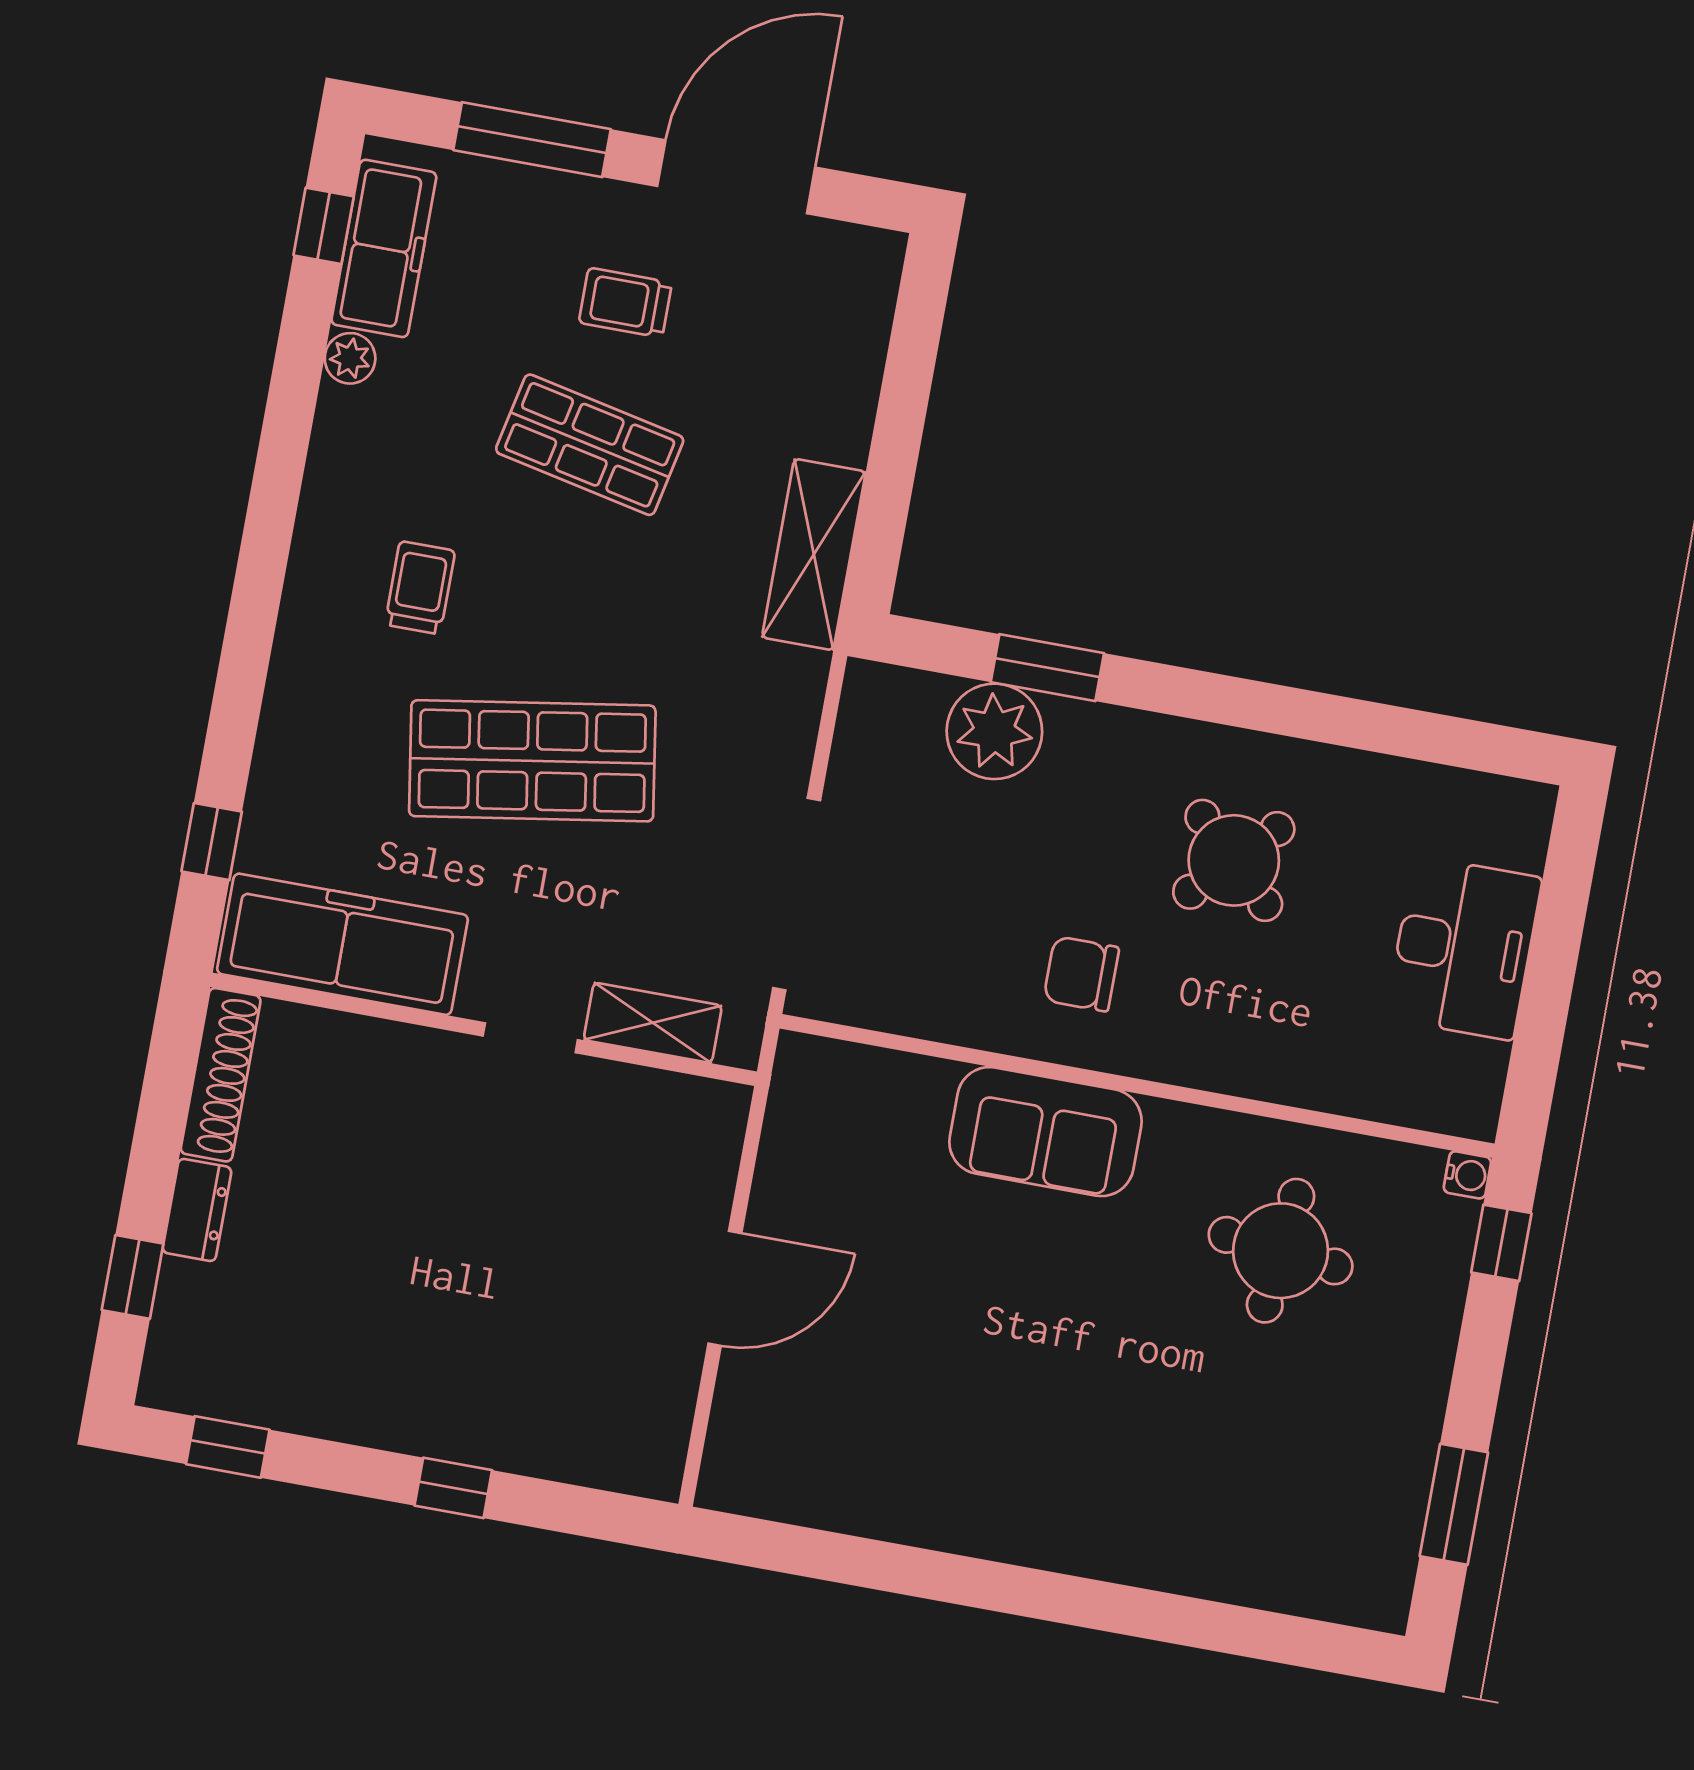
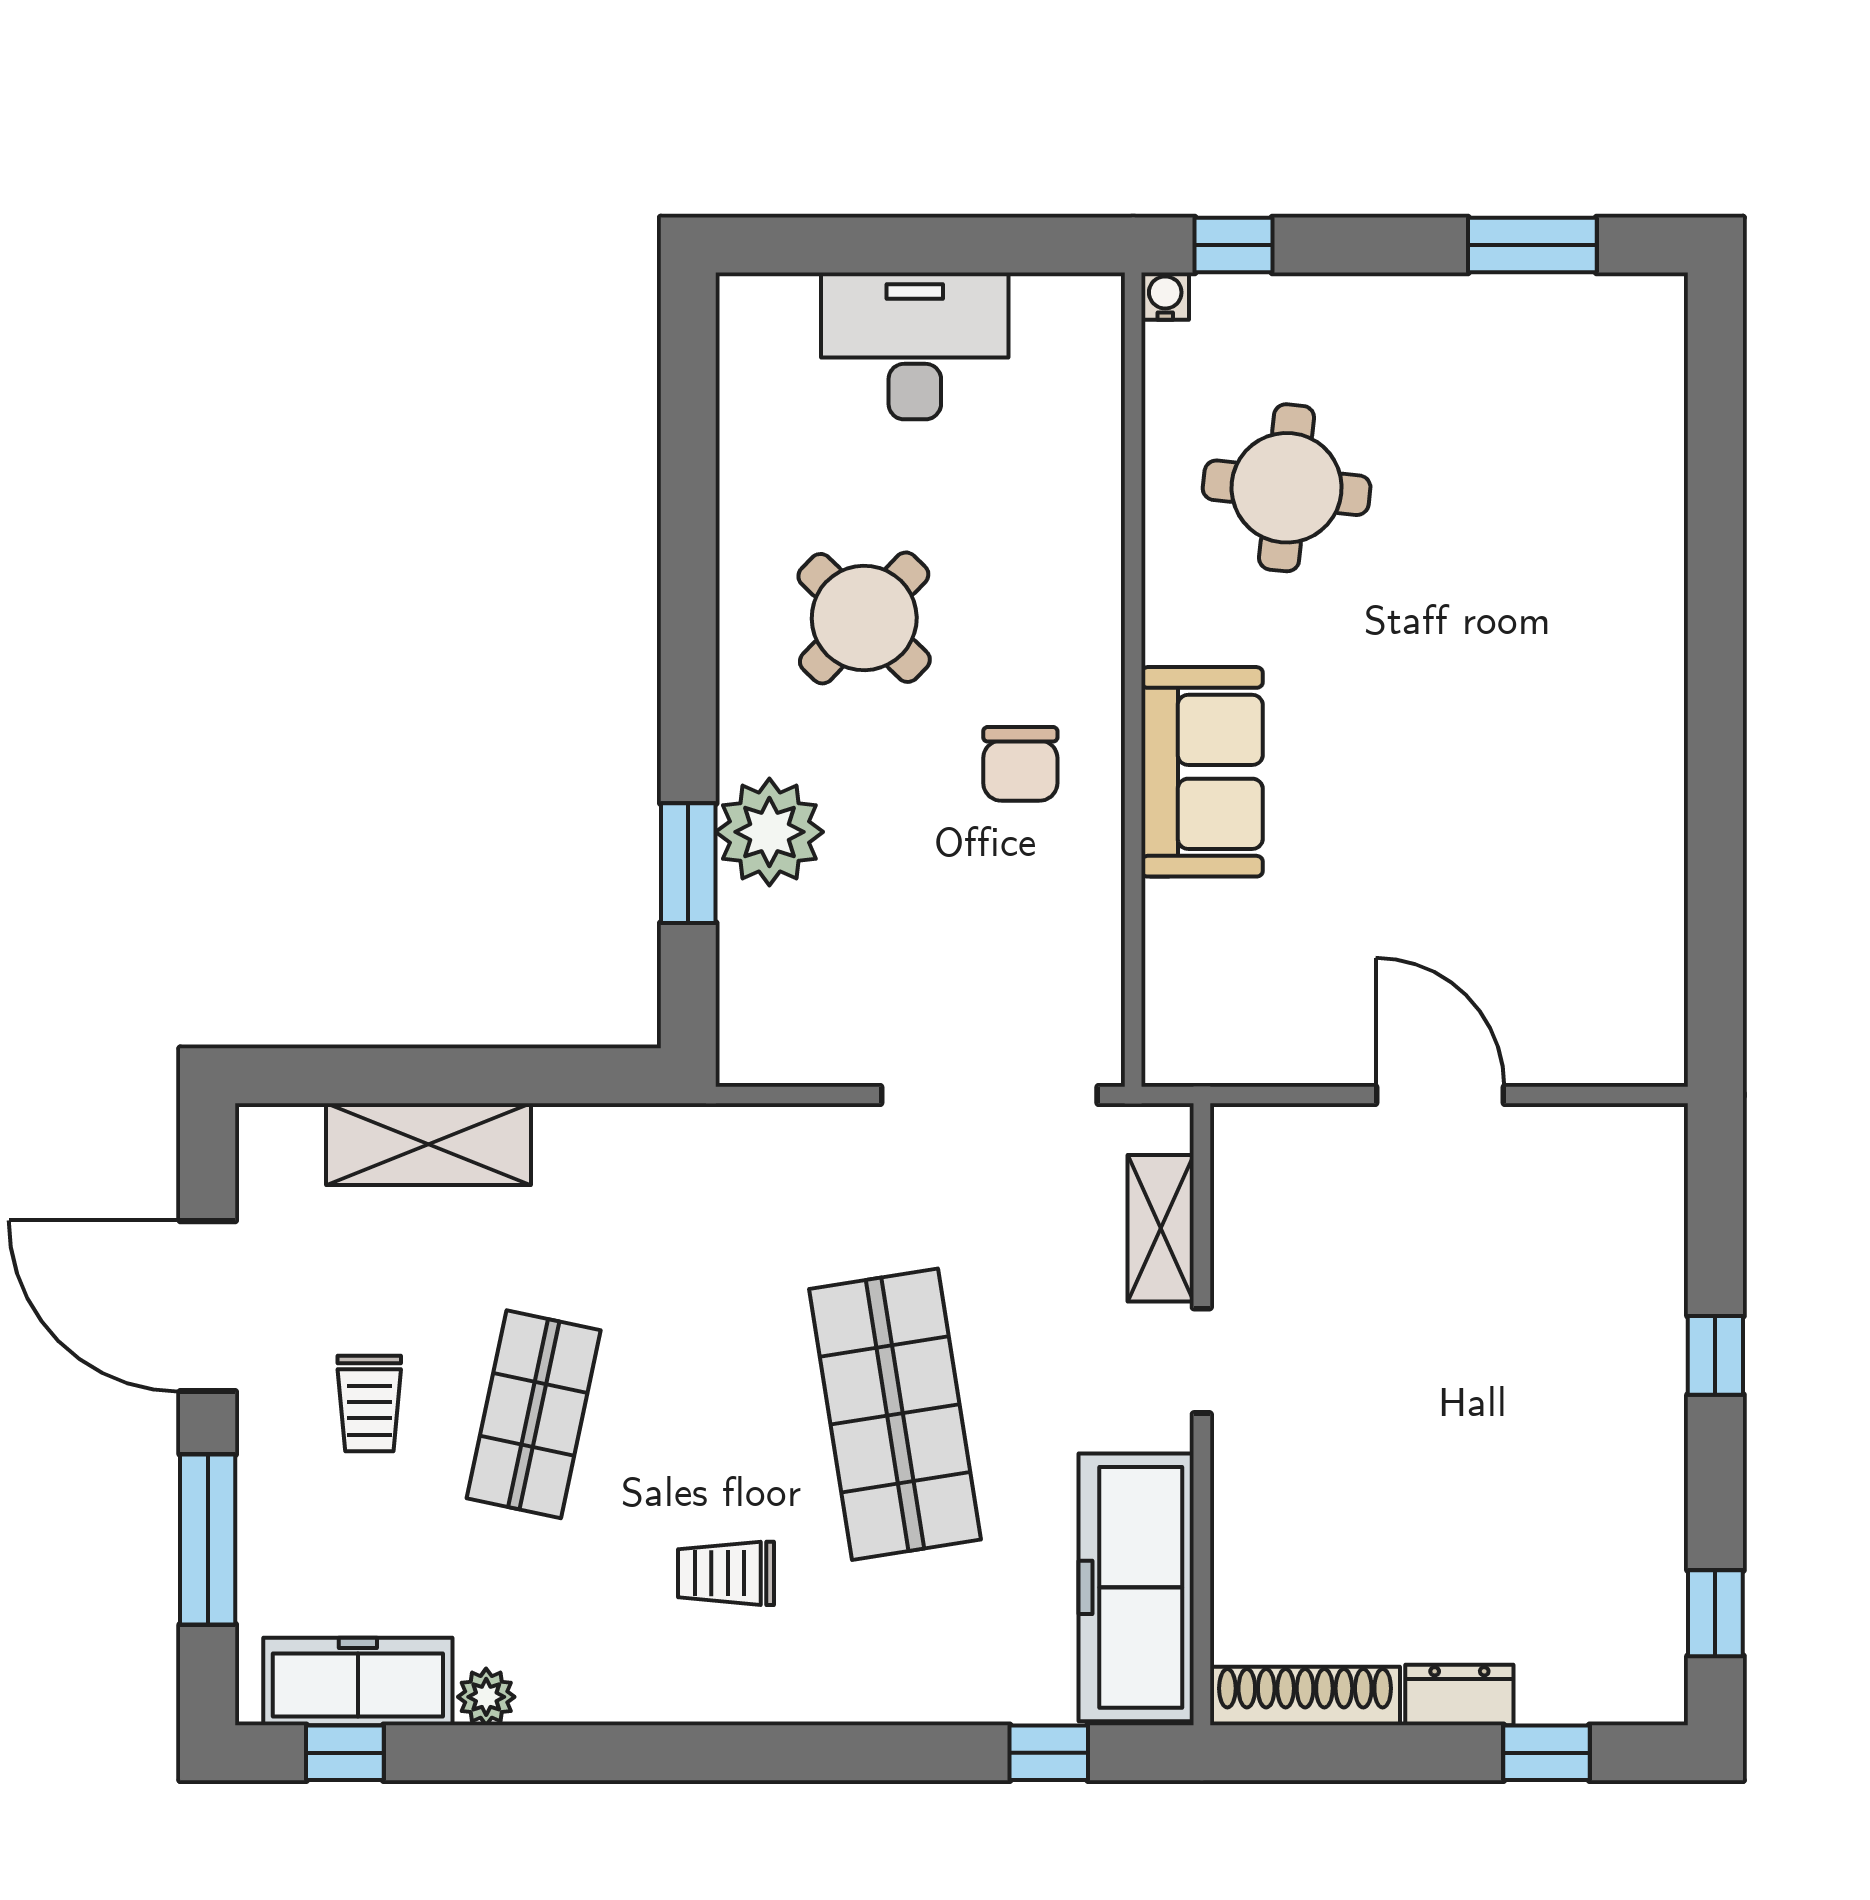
shelving: (814, 554) -> (429, 1144), moved
plant: (994, 731) -> (769, 832), moved

